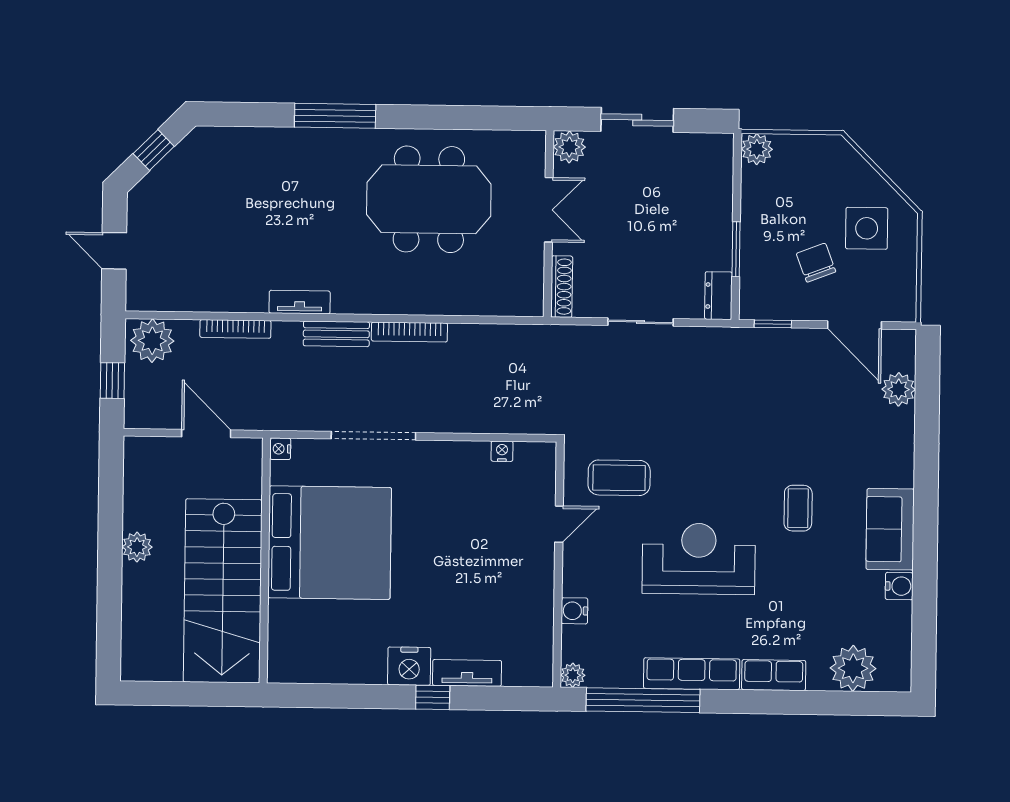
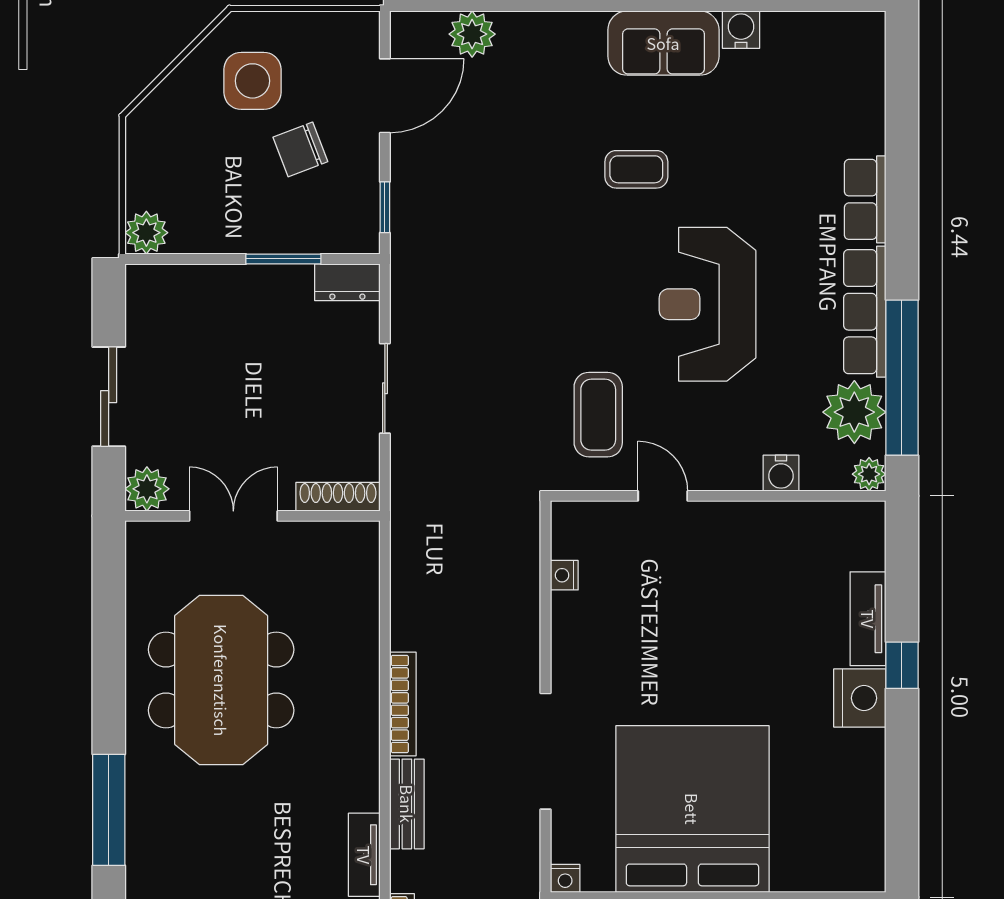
plant: (853, 668) -> (854, 412), moved

